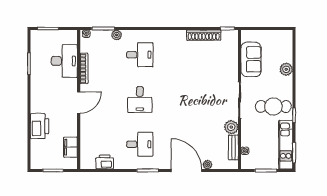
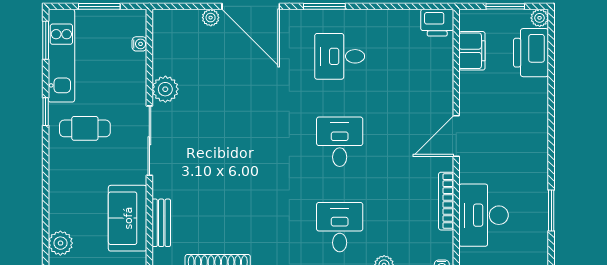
desk: (140, 55) -> (340, 227), turned 90
plant: (286, 69) -> (60, 243), moved
cafe table: (273, 106) -> (85, 128), width x0.73, depth x0.74
printer: (39, 126) -> (531, 53), moved
bench: (233, 147) -> (161, 223), moved
printer: (105, 162) -> (437, 23), moved
plant: (35, 164) -> (540, 18), added

